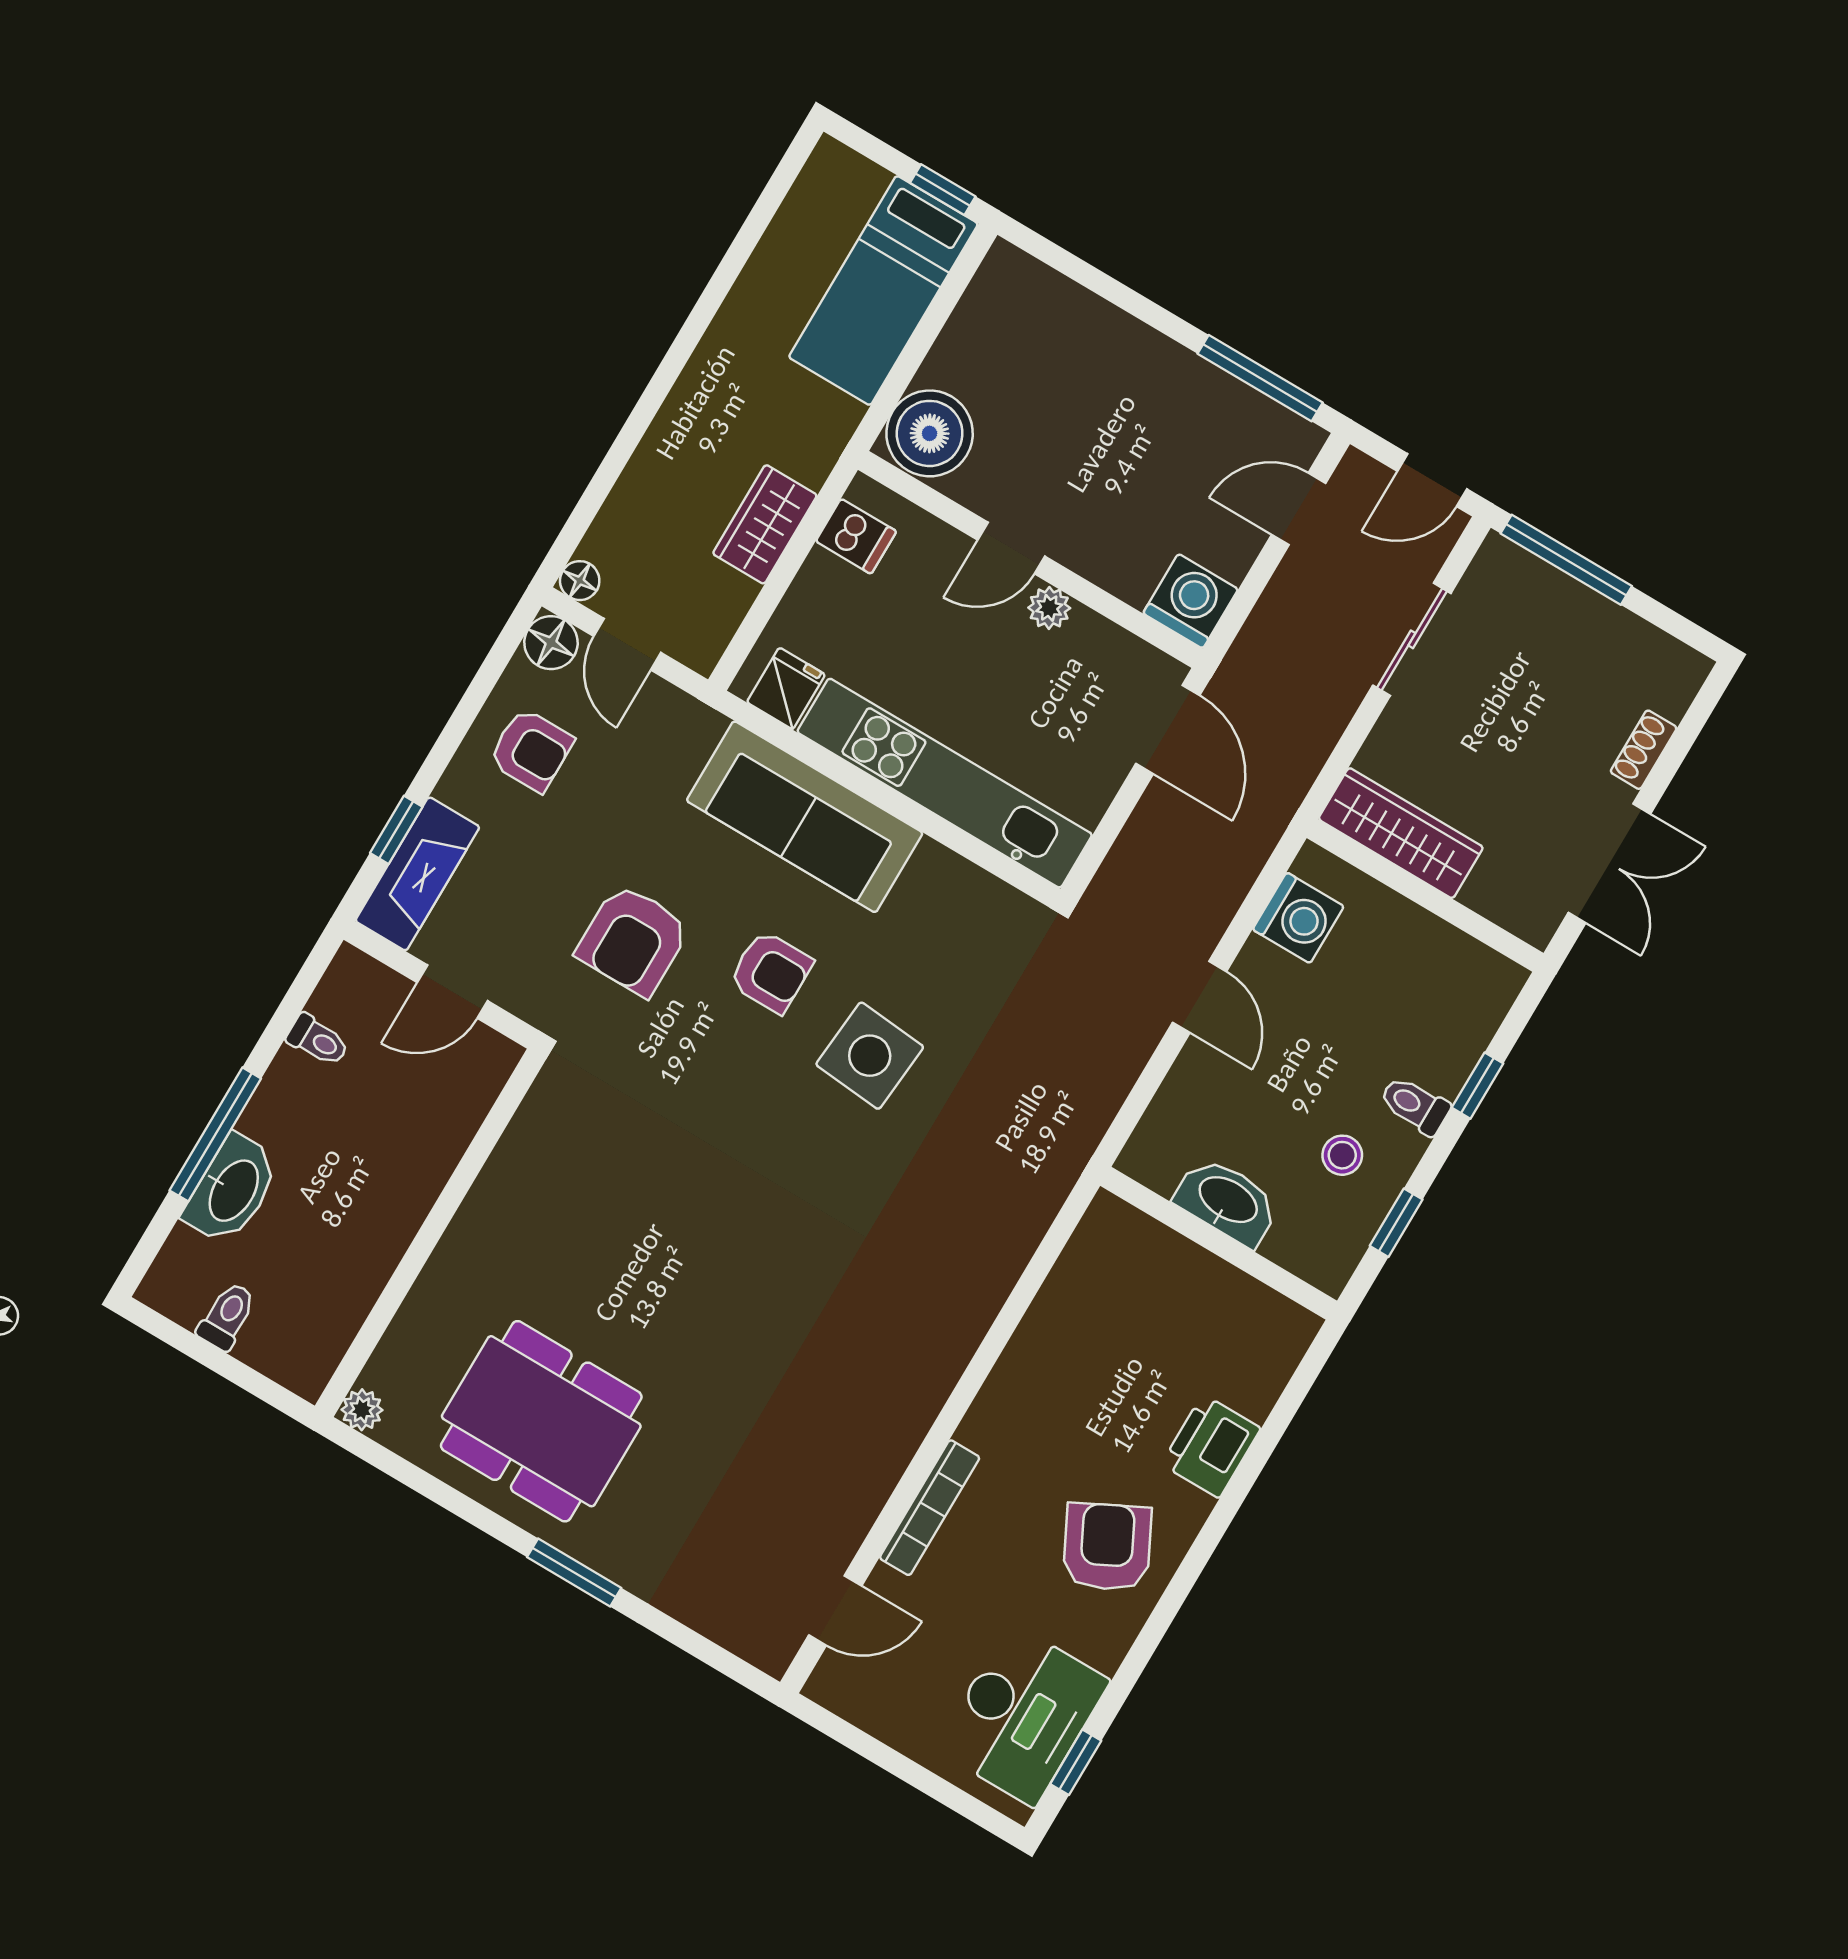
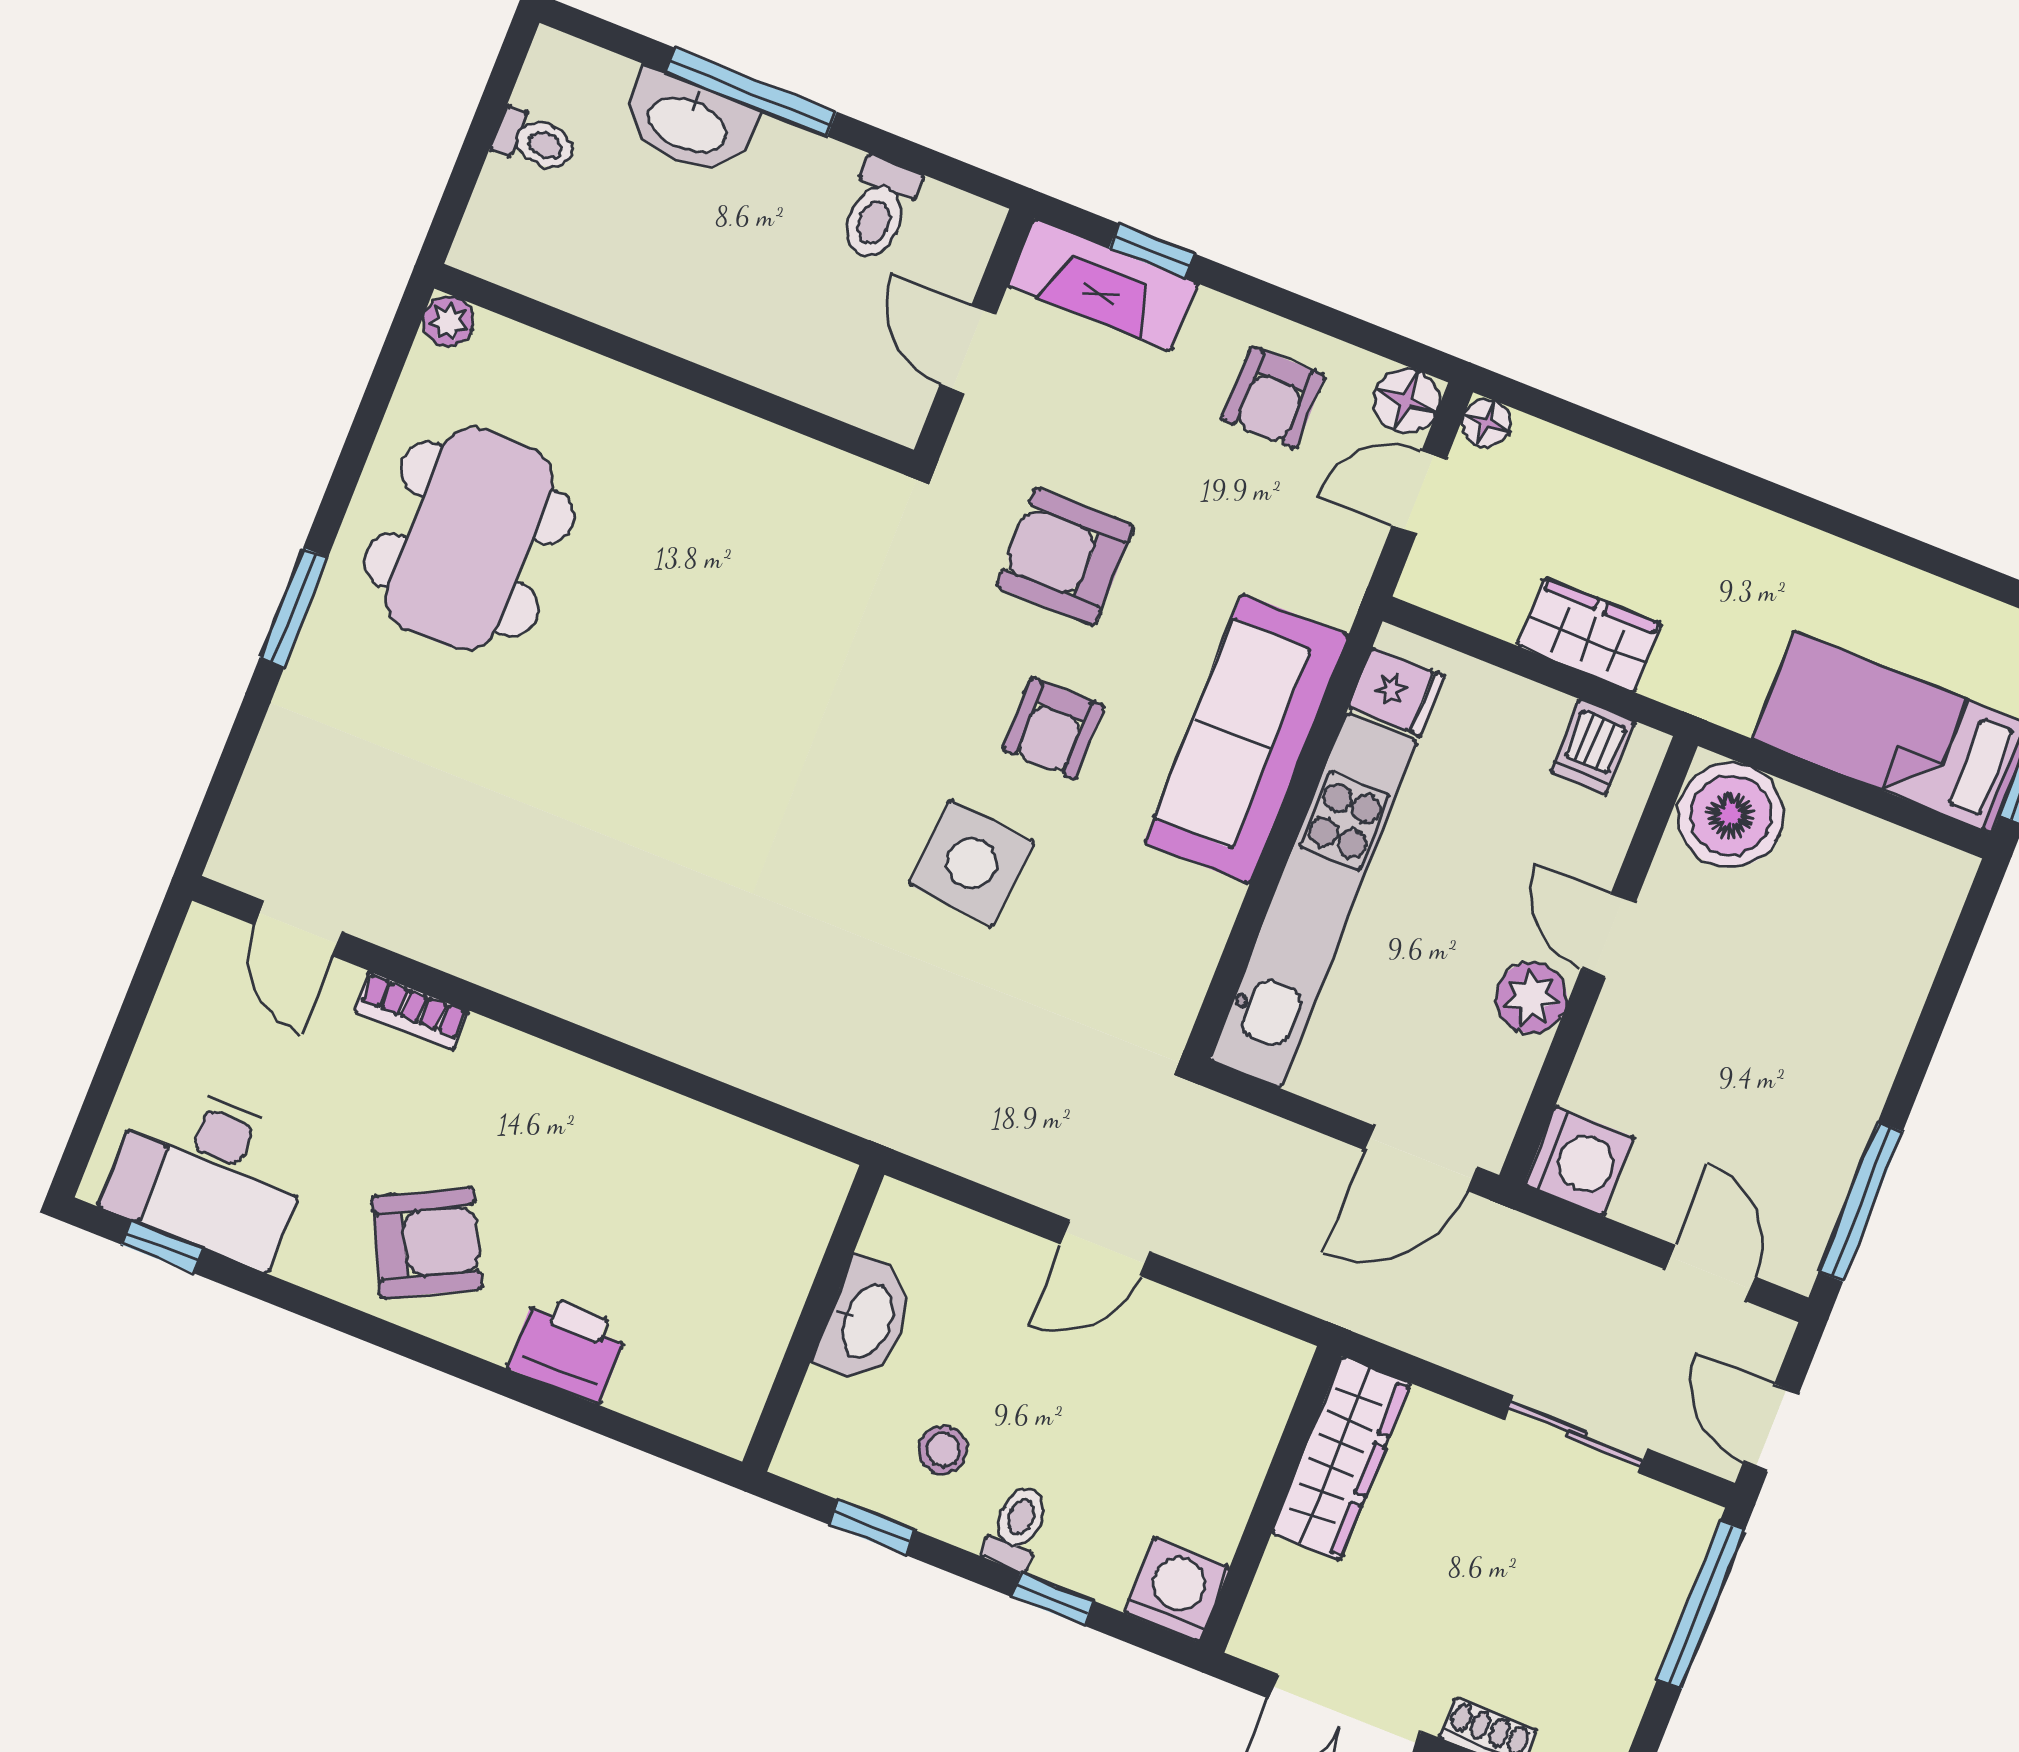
plant: (1049, 608) -> (1531, 998), width x1.38, depth x1.38
washing machine: (1298, 918) -> (1177, 1590), moved, turned 180
toilet: (318, 1040) -> (879, 210), width x1.37, depth x1.39
bookcase: (930, 1508) -> (412, 1011), width x0.64

